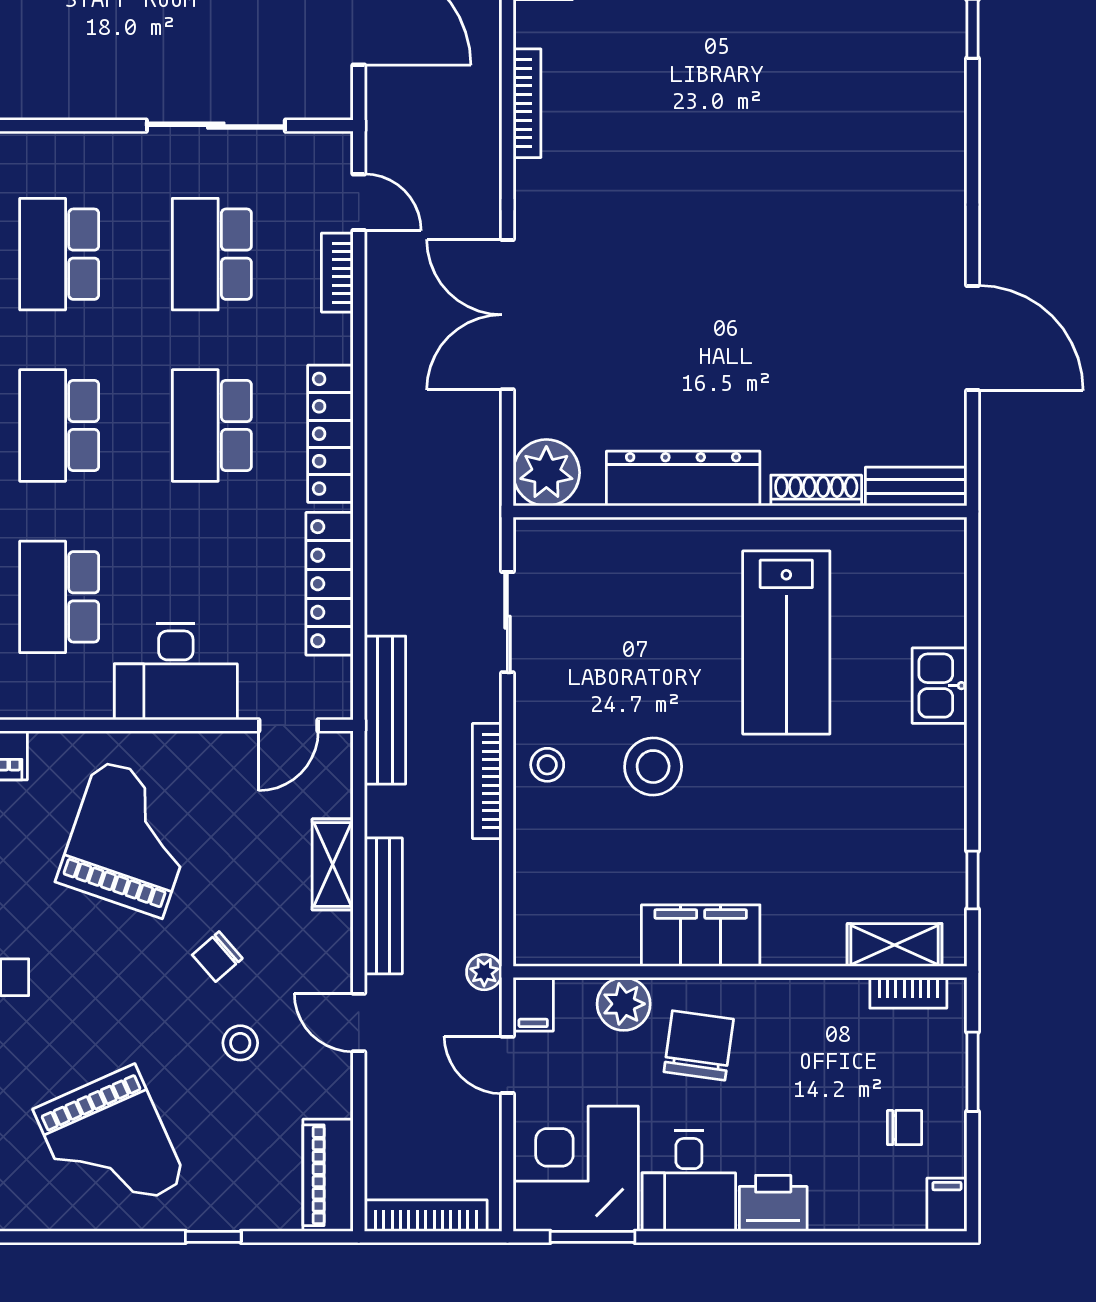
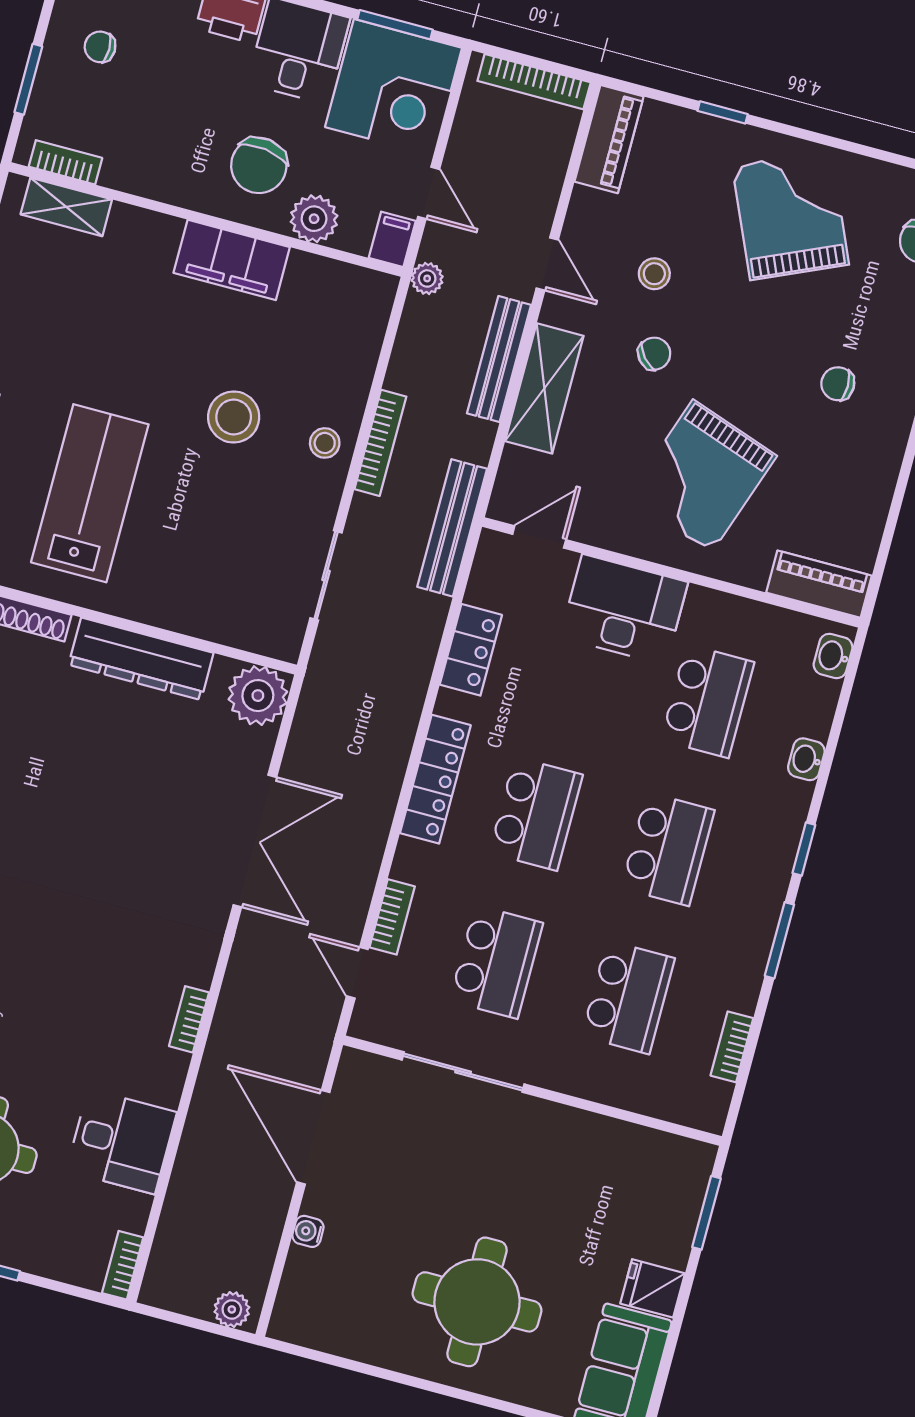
bookcase: (527, 103) -> (189, 1019), width x0.64
locker: (330, 584) -> (471, 650), width x0.66
shelving: (333, 864) -> (544, 388), width x1.50, depth x1.33

